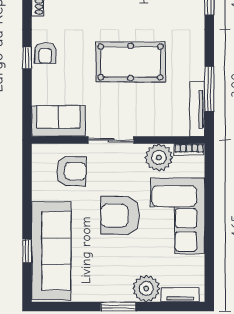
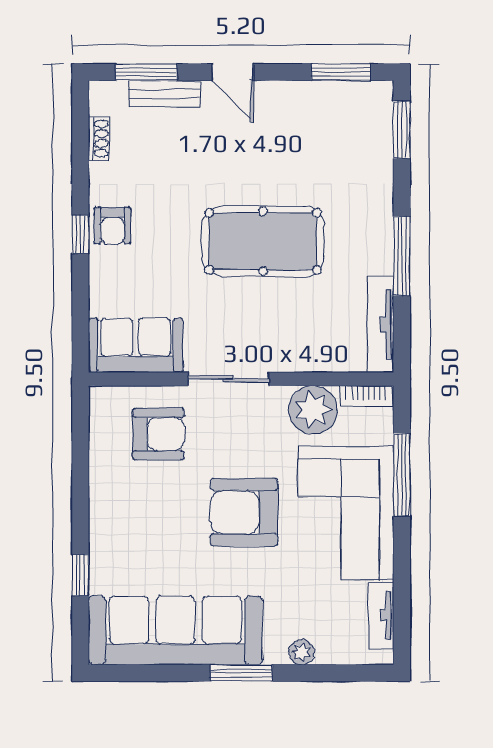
window: (209, 89) -> (402, 256), moved
window: (209, 194) -> (402, 475), added
sofa: (51, 251) -> (175, 630), moved, turned -90
plant: (146, 289) -> (302, 652), width x0.53, depth x0.53
tv unit: (180, 295) -> (381, 616), moved, turned -90

